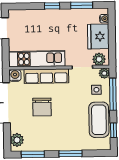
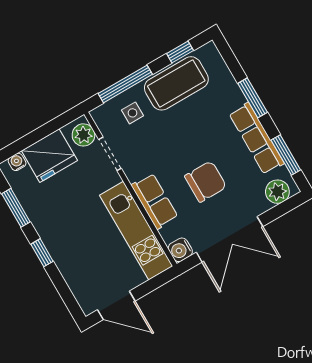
plant: (104, 73) -> (101, 115), removed
row of seats: (46, 76) -> (155, 201), width x0.68
row of seats: (49, 144) -> (257, 138), added

